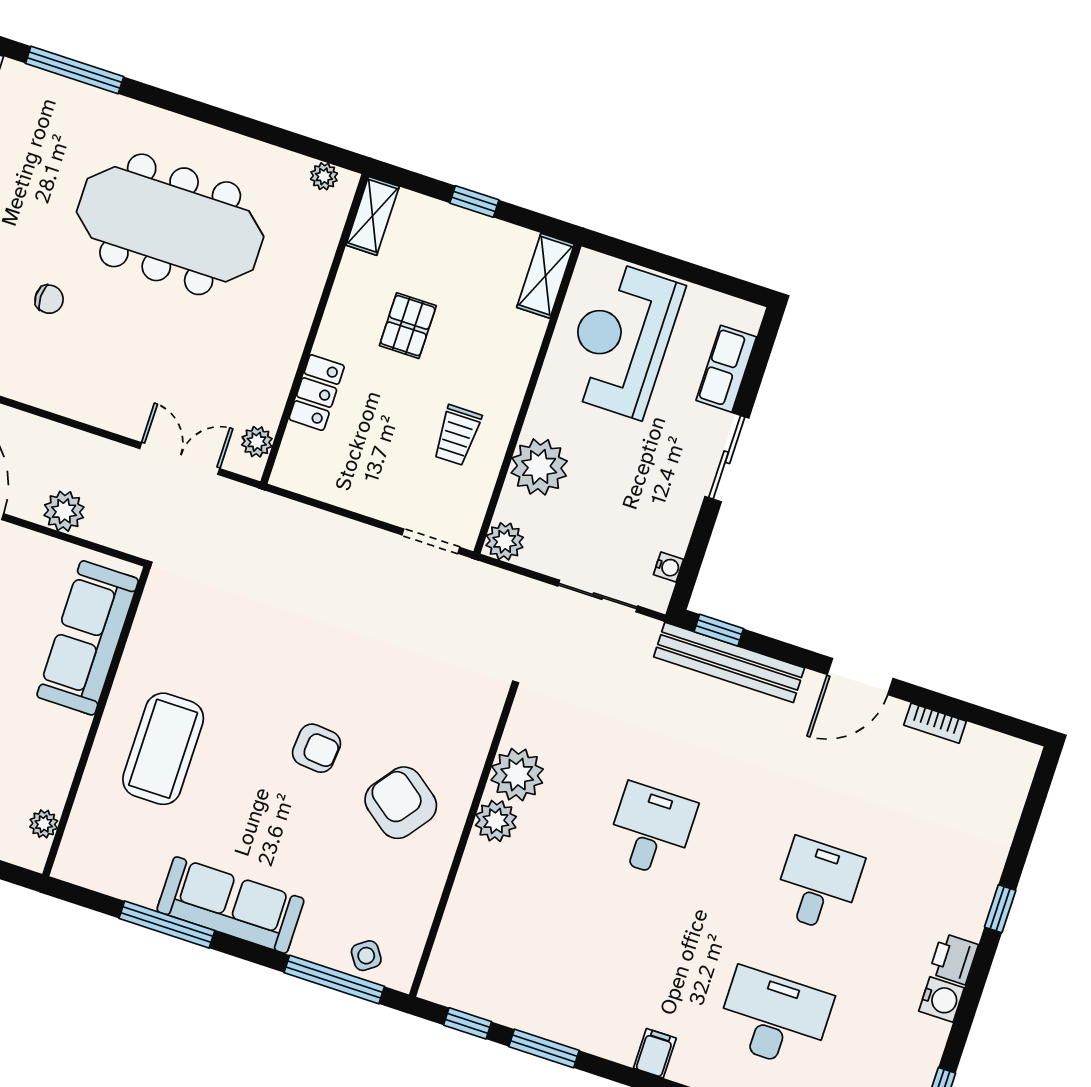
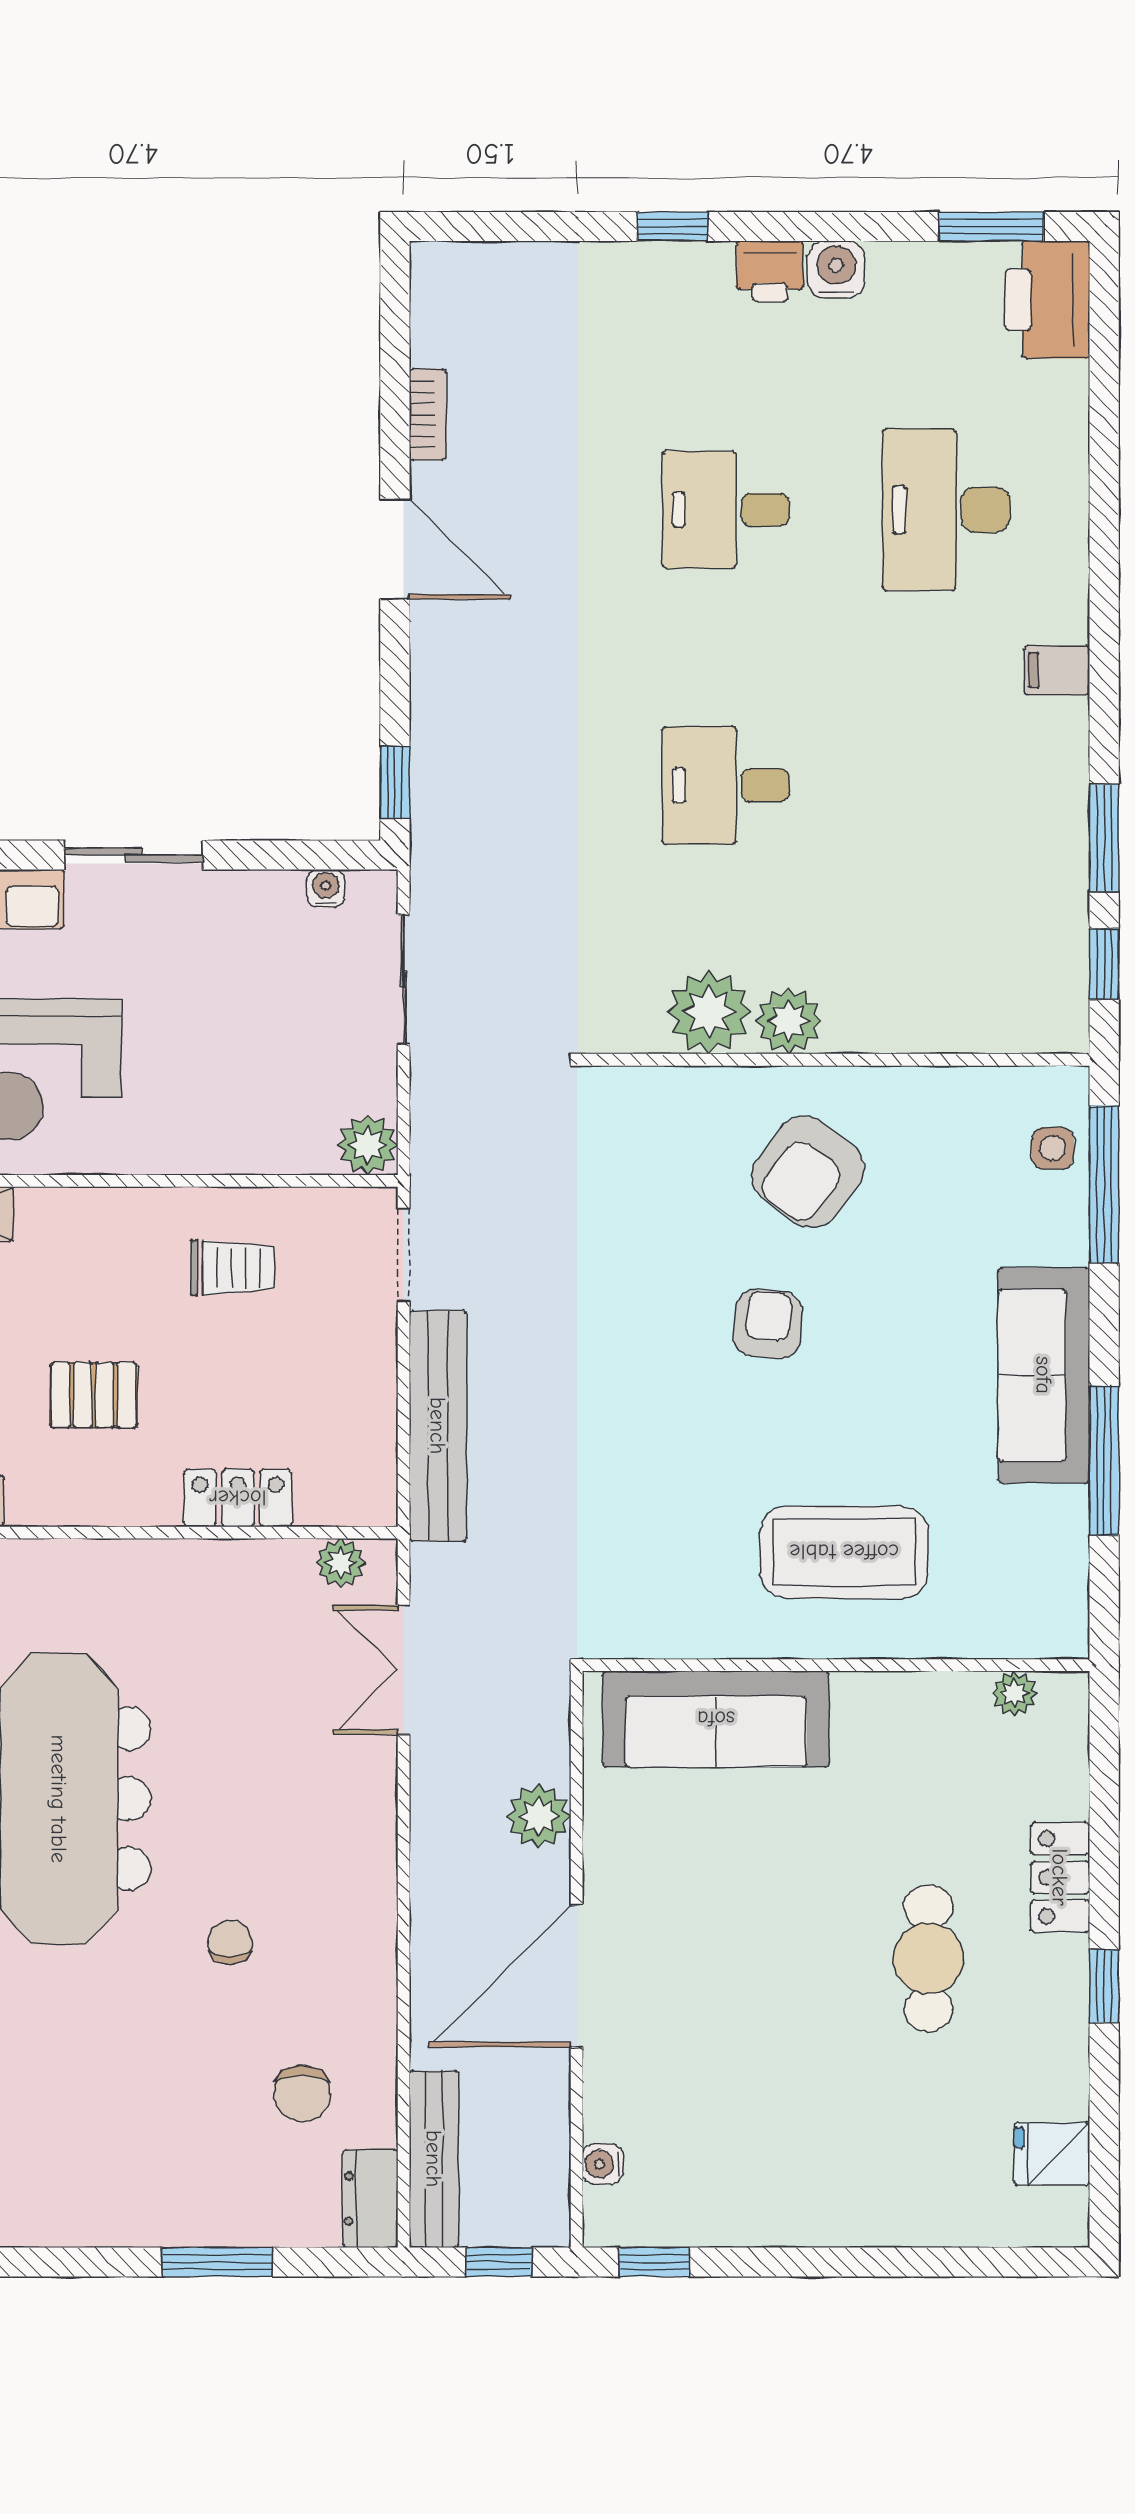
plant: (539, 467) -> (240, 1130), removed
bench: (729, 662) -> (438, 1426), moved
side table: (366, 956) -> (1053, 1148), turned 35

